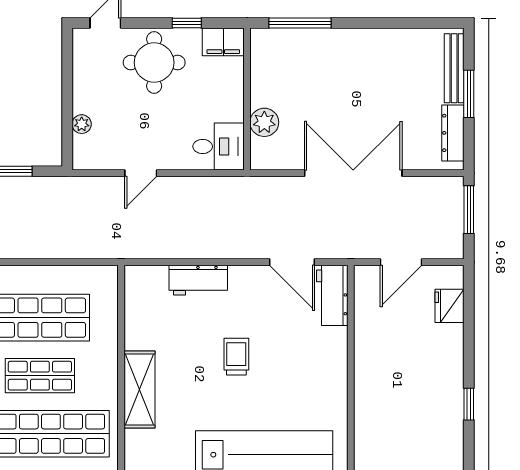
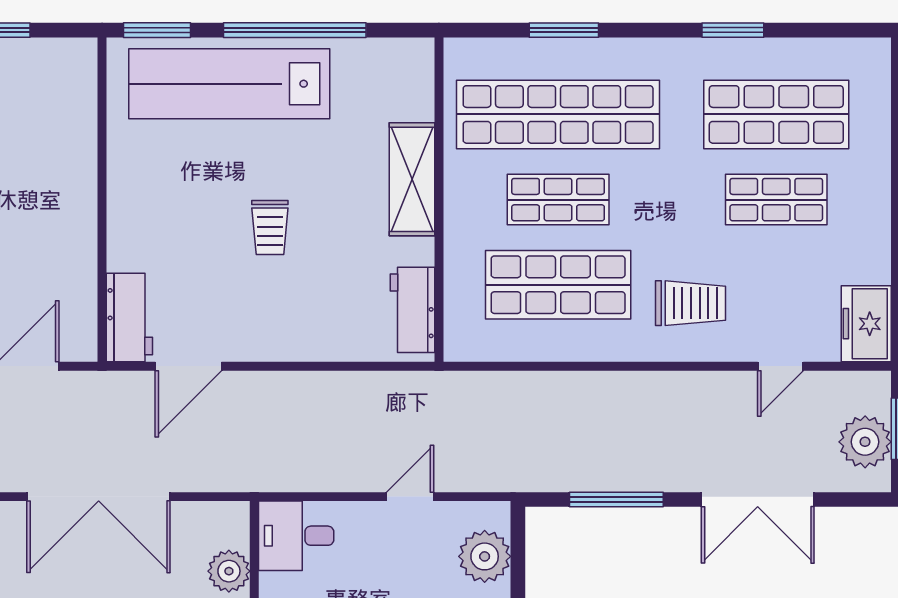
plant: (82, 124) -> (485, 556), width x1.88, depth x1.88
door: (292, 262) -> (188, 366), swing flipped
workbench: (198, 280) -> (413, 310), moved, turned -90

